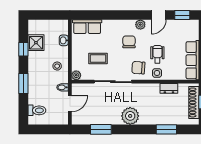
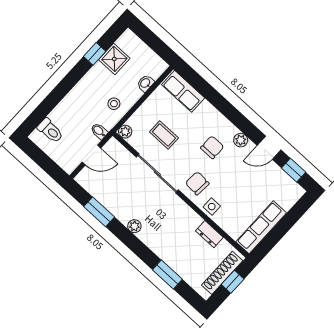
wheelchair: (157, 54) -> (230, 187), removed
window: (23, 84) -> (62, 90), removed
plant: (130, 116) -> (134, 226), width x0.53, depth x0.53

